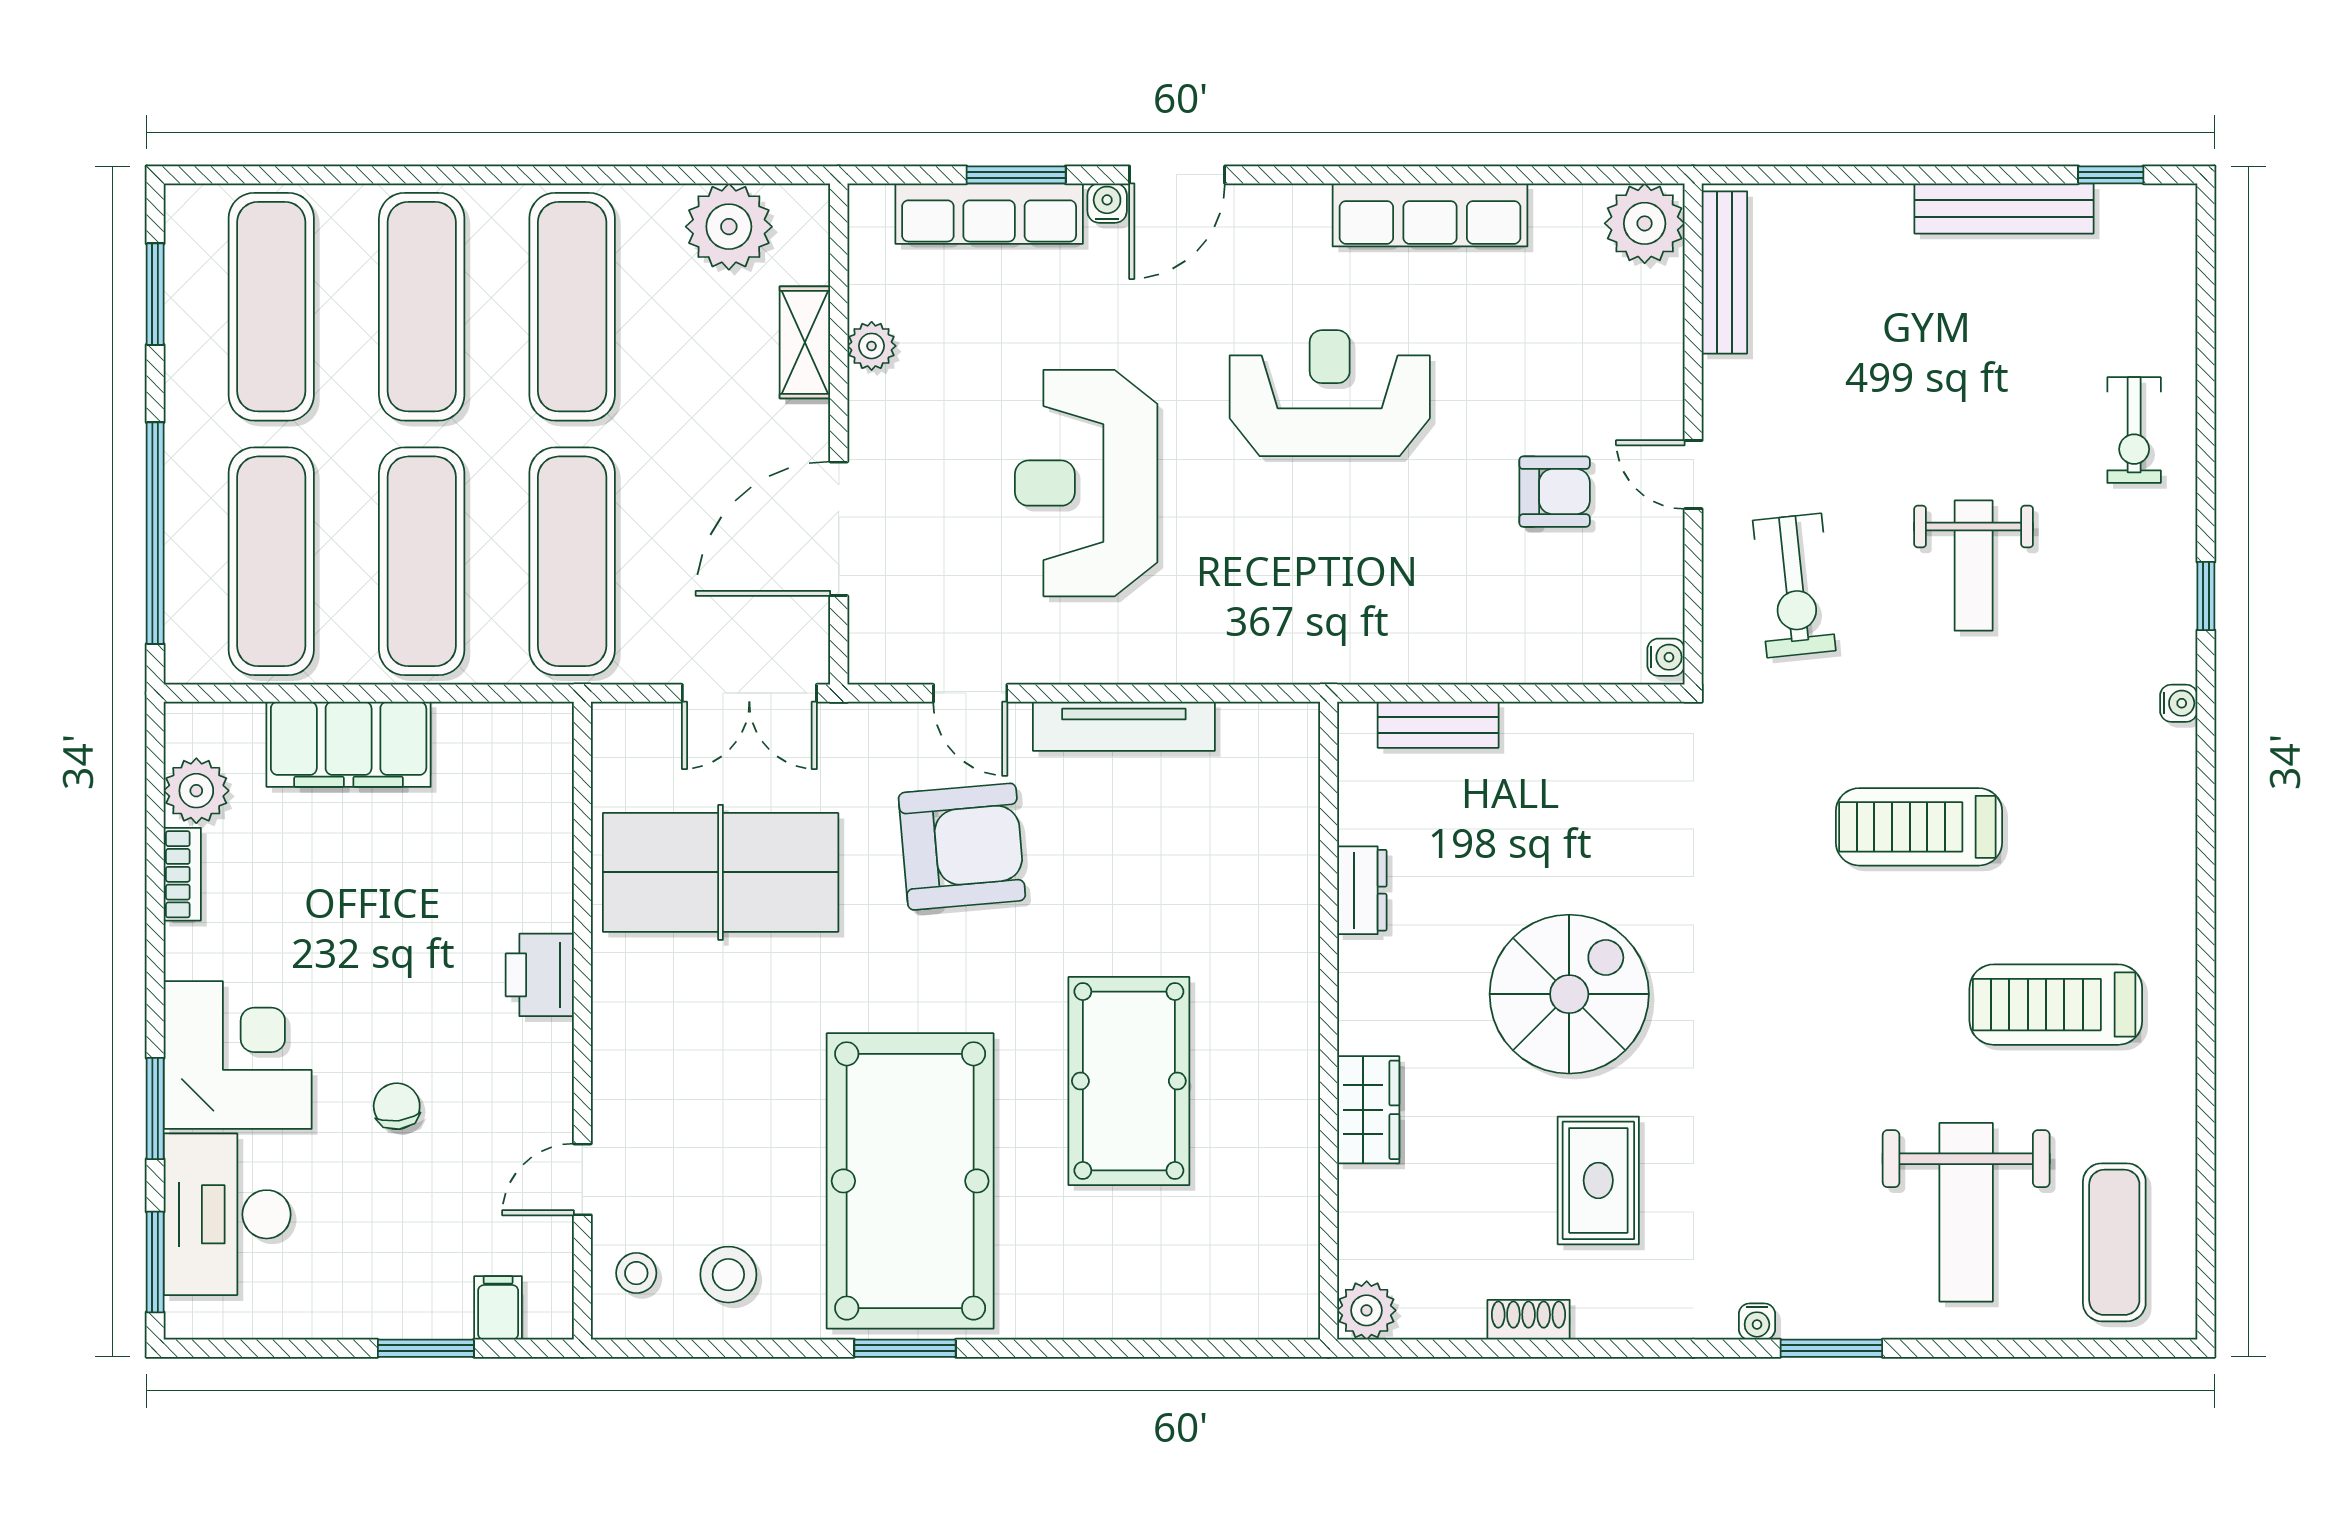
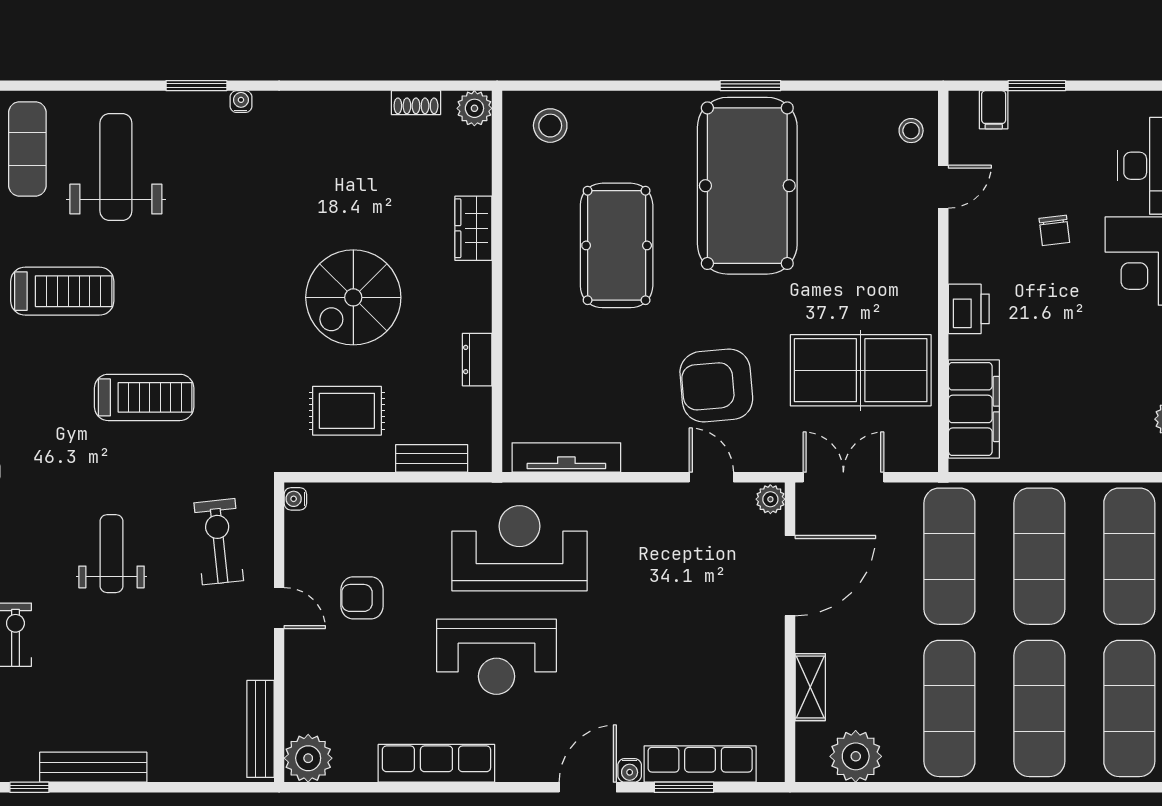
plant: (872, 346) -> (770, 499), moved
reception desk: (1086, 483) -> (519, 548), moved, turned -90
tv unit: (1124, 726) -> (566, 457), moved
filing cabinet: (349, 744) -> (974, 409), moved, turned 90
rug: (1598, 1180) -> (347, 411), moved, turned 90
stool: (728, 1275) -> (550, 126), moved
shoe rack: (1529, 1320) -> (416, 103), moved

